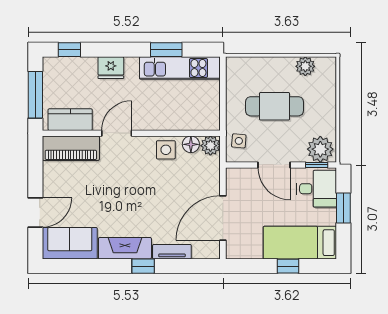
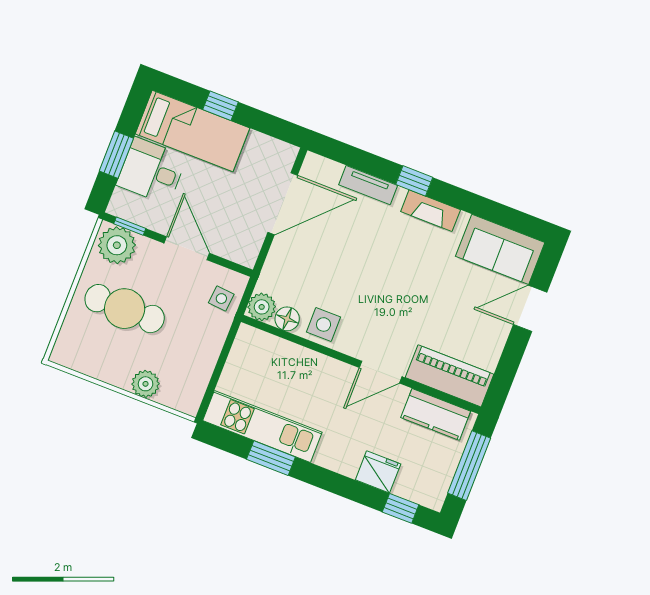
plant: (305, 66) -> (146, 384), moved
fridge: (111, 68) -> (378, 472), moved
cafe table: (275, 106) -> (125, 309), moved
desk: (316, 189) -> (151, 171), moved
fireplace: (125, 248) -> (431, 211), width x0.73, depth x0.76

